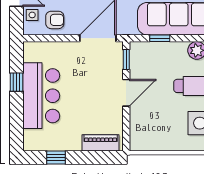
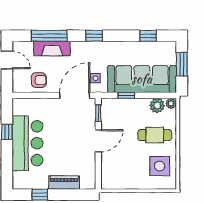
side table: (32, 15) -> (95, 78), moved
piano: (101, 143) -> (64, 183), moved

